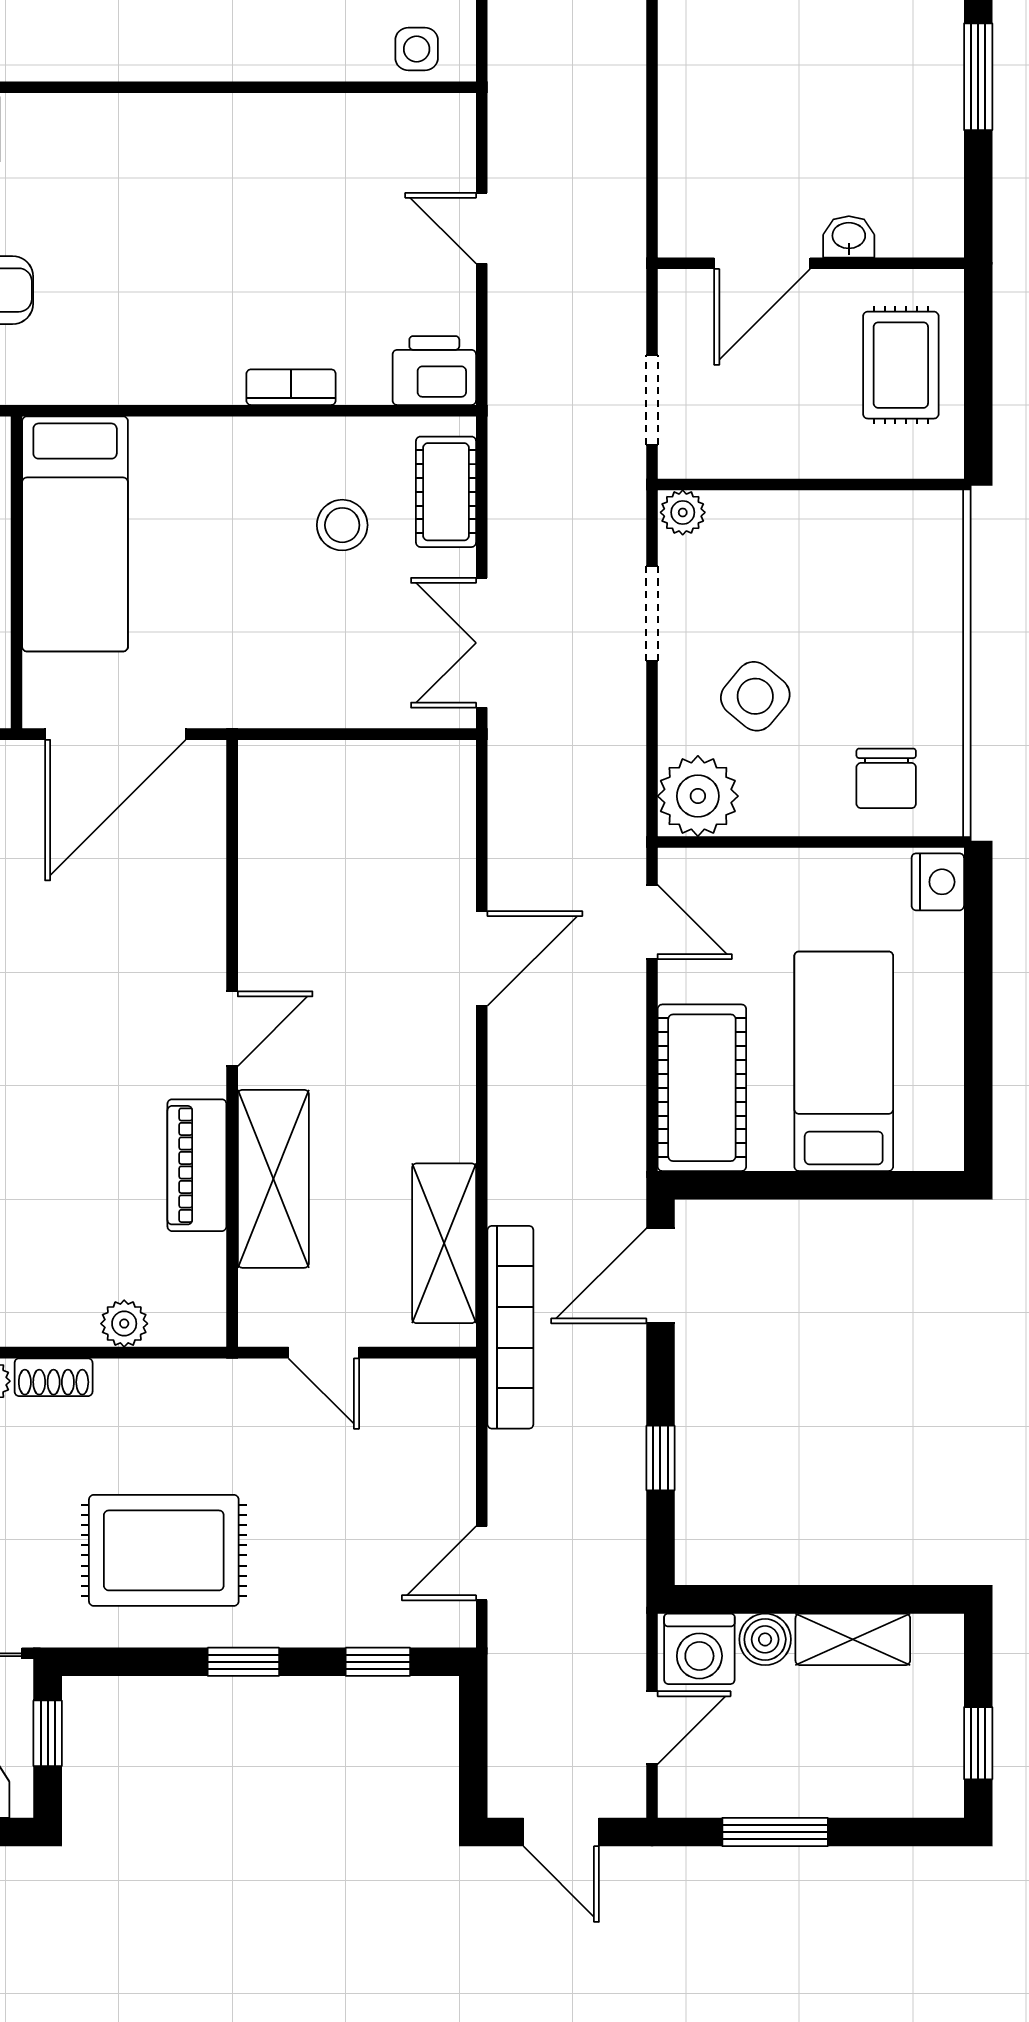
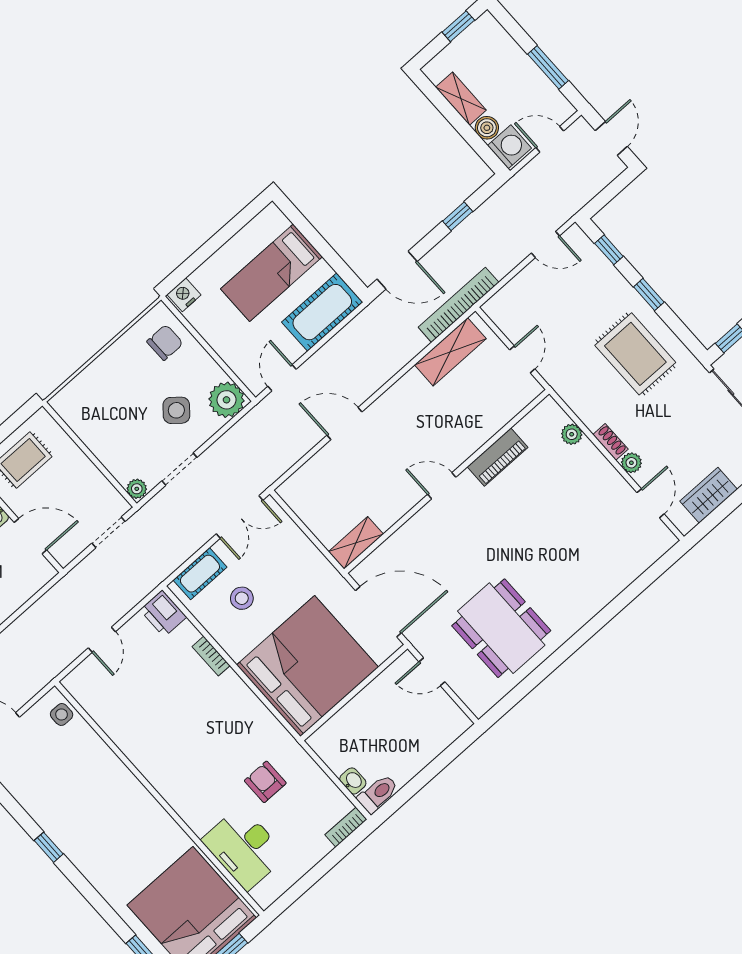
bed: (75, 534) -> (307, 666), width x2.04
shelving: (273, 1179) -> (356, 543), moved, width x0.67, depth x0.75

